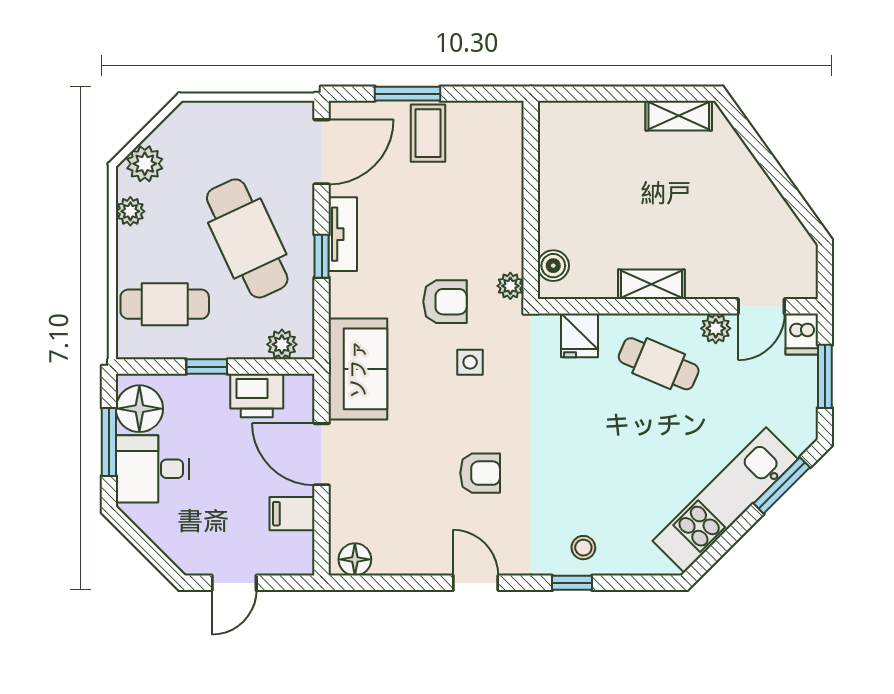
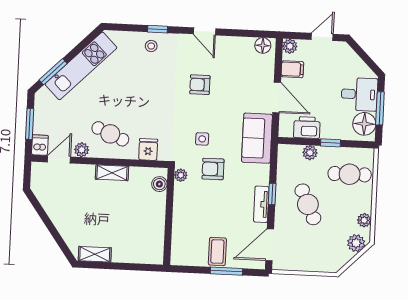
cafe table: (247, 238) -> (308, 204), width x0.73, depth x0.74
plant: (282, 344) -> (310, 153), moved
plant: (299, 561) -> (290, 46), added

